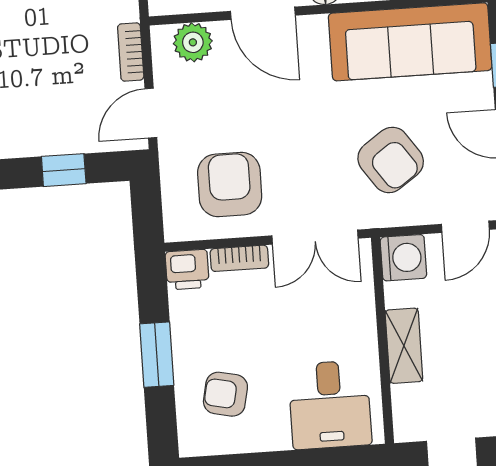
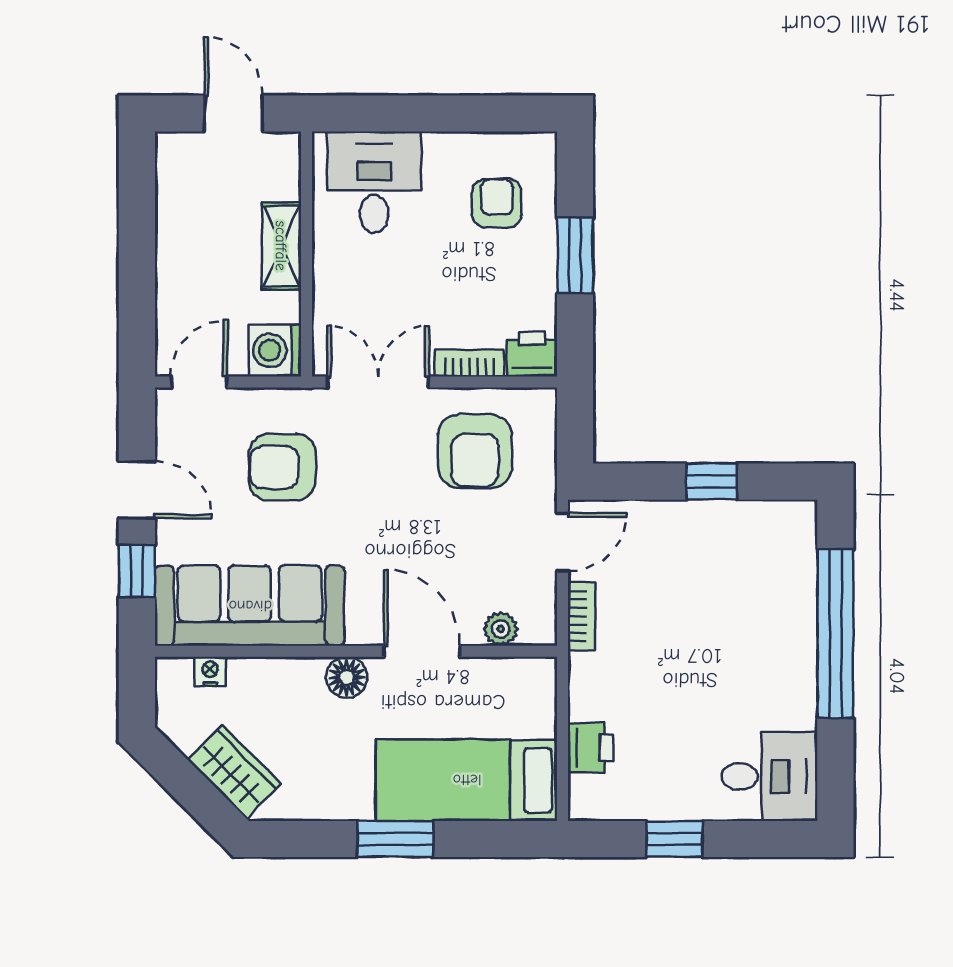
plant: (193, 42) -> (501, 629), width x0.73, depth x0.73
armchair: (391, 160) -> (282, 467), turned -55
window: (64, 170) -> (712, 482), moved
armchair: (225, 394) -> (497, 203), turned -102

